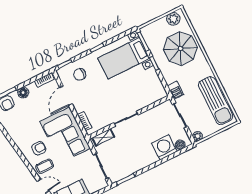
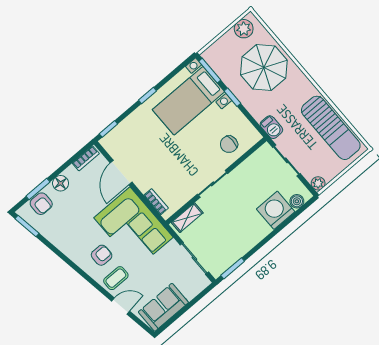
chair: (80, 74) -> (229, 144), moved

